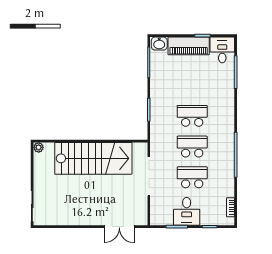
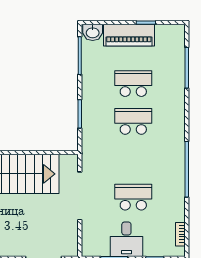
desk: (222, 50) -> (170, 40), removed
school desk: (192, 147) -> (133, 84), moved

